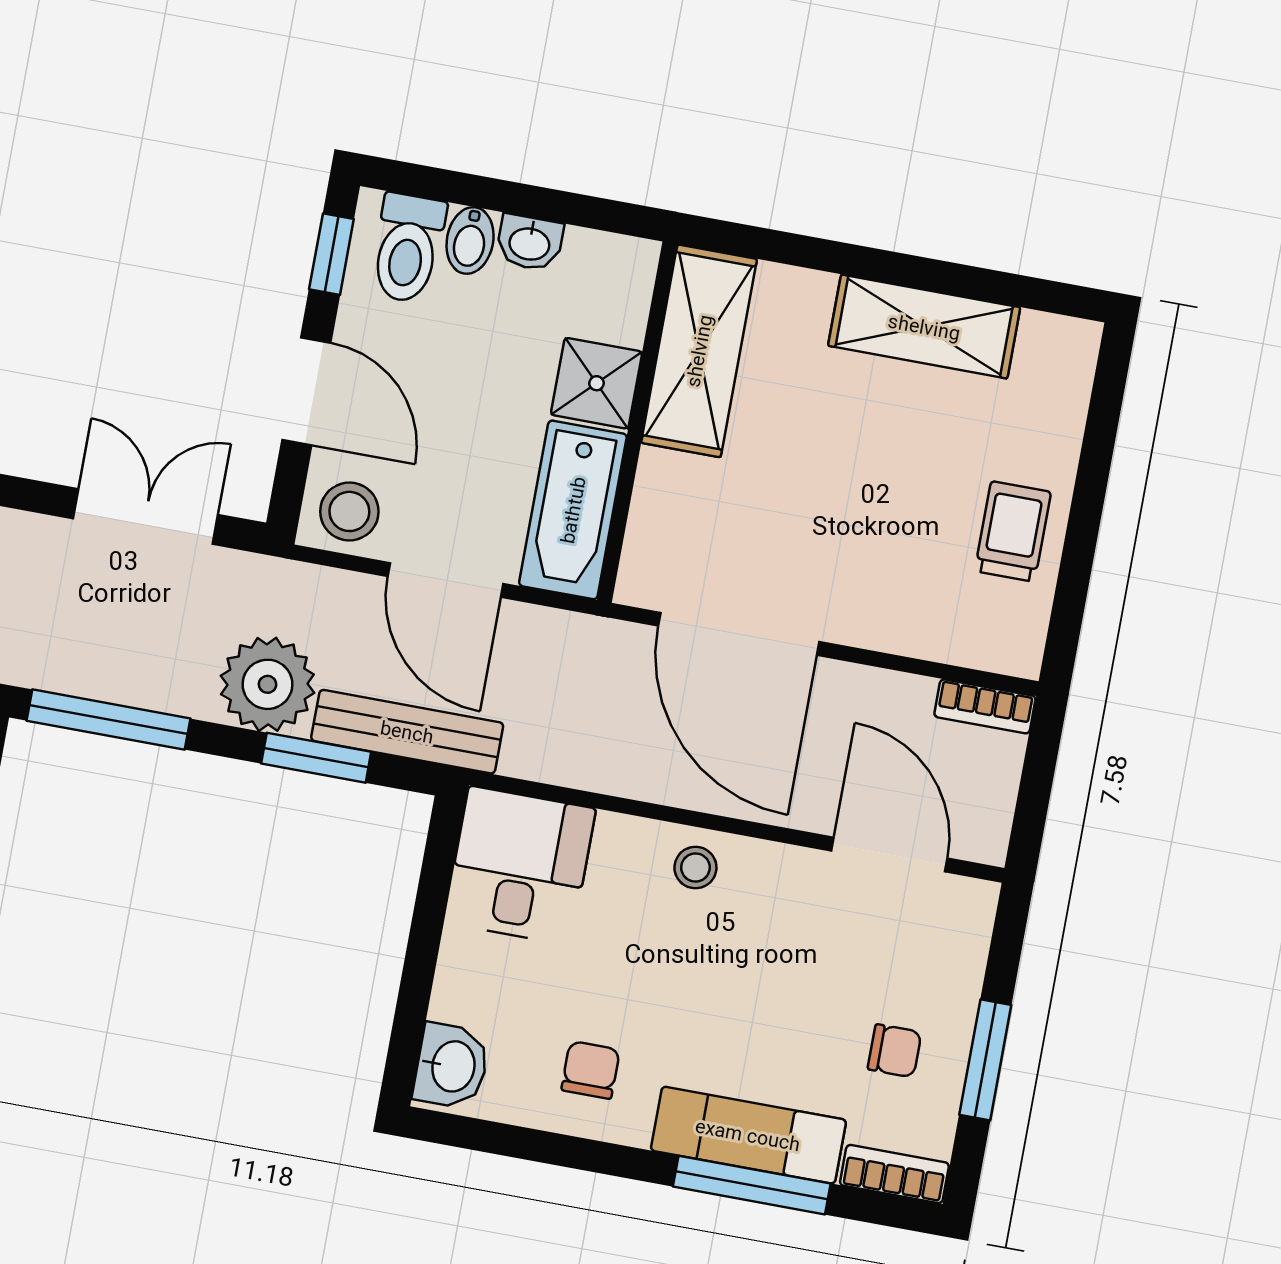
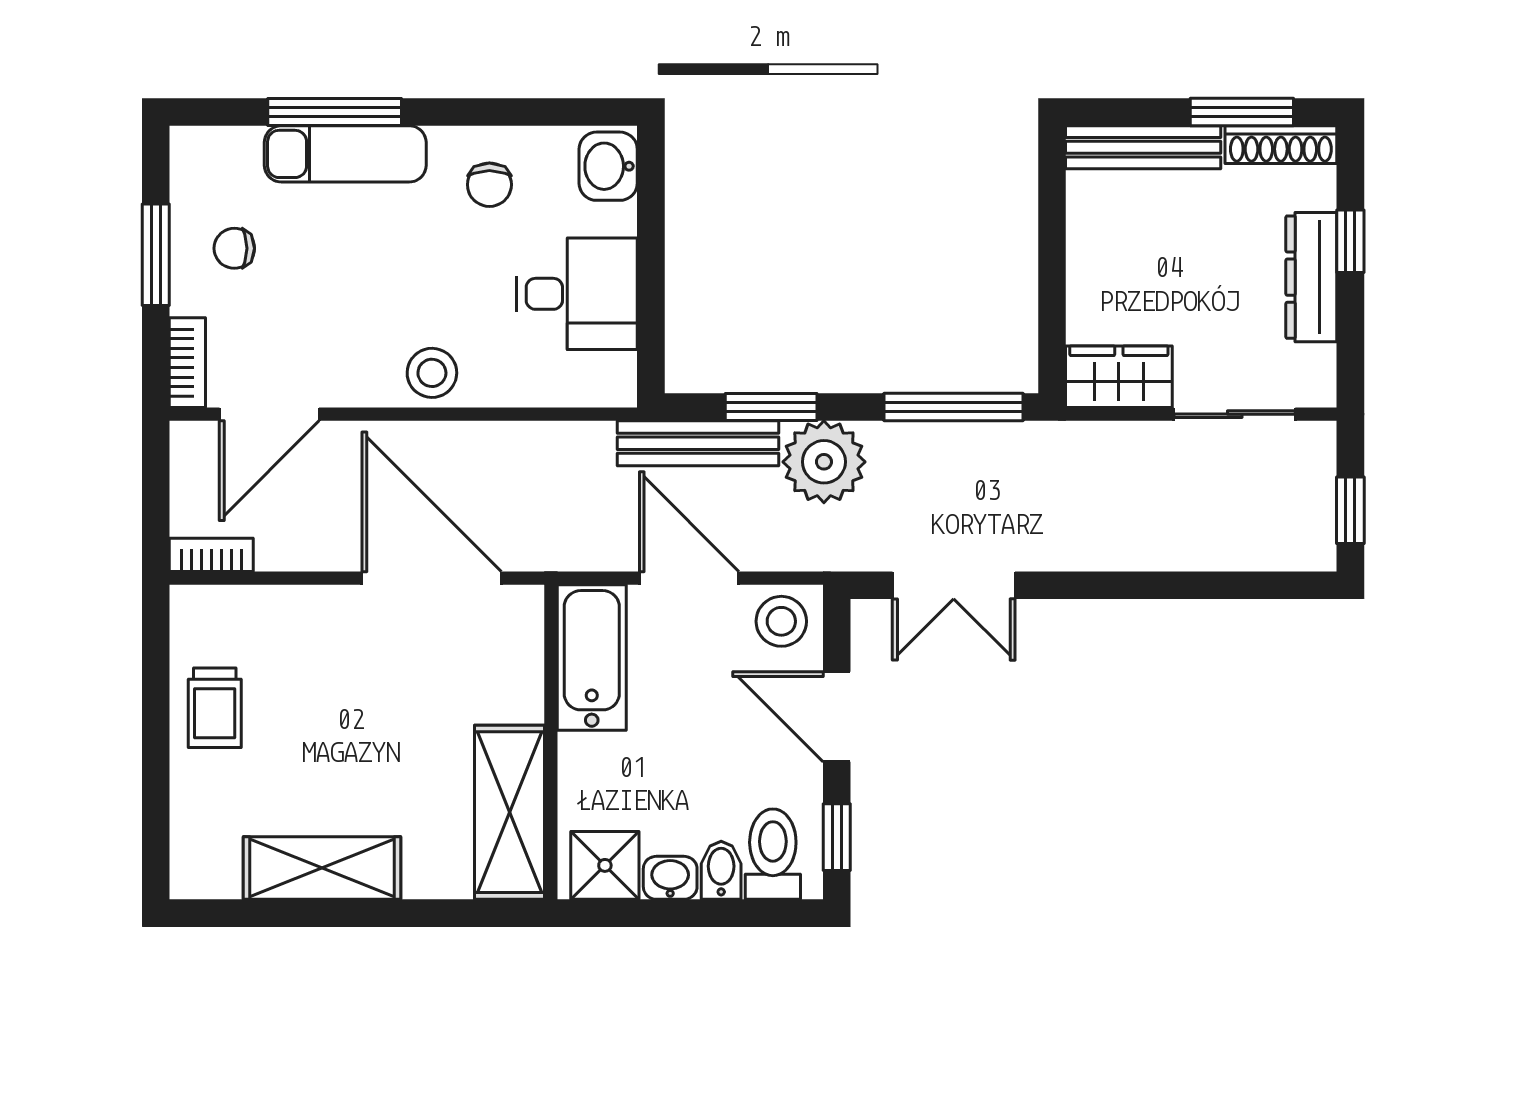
shower: (597, 383) -> (605, 865), moved
door: (889, 855) -> (269, 414), hinge flipped
desk: (520, 865) -> (577, 294), moved, turned -90
stool: (695, 868) -> (432, 373), width x1.37, depth x1.37
bookcase: (894, 1174) -> (187, 363), moved, turned -90

